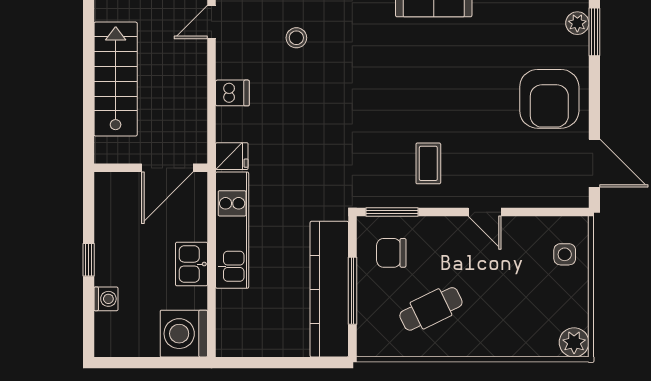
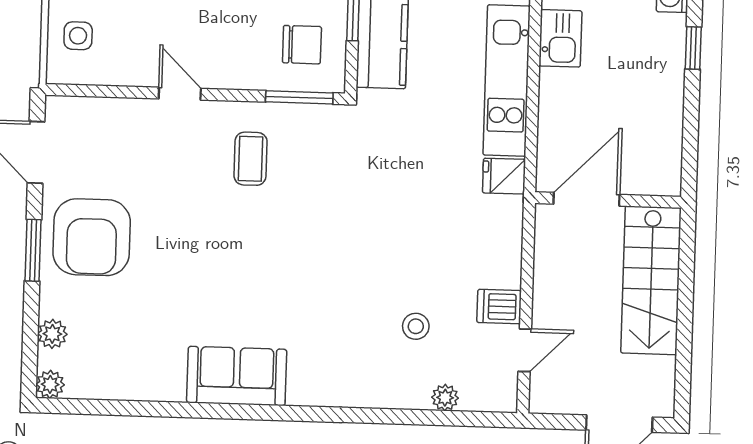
window: (594, 32) -> (33, 250), moved
dishwasher: (232, 93) -> (499, 307), moved
armchair: (549, 99) -> (92, 237), turned 180
wall: (151, 168) -> (608, 200), moved
door: (167, 168) -> (586, 199), moved

